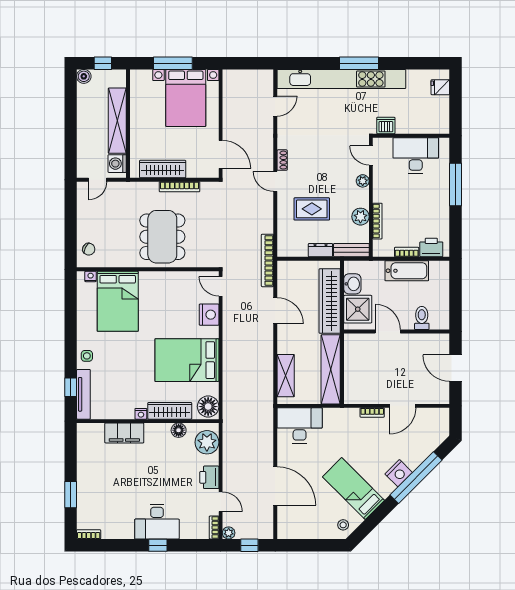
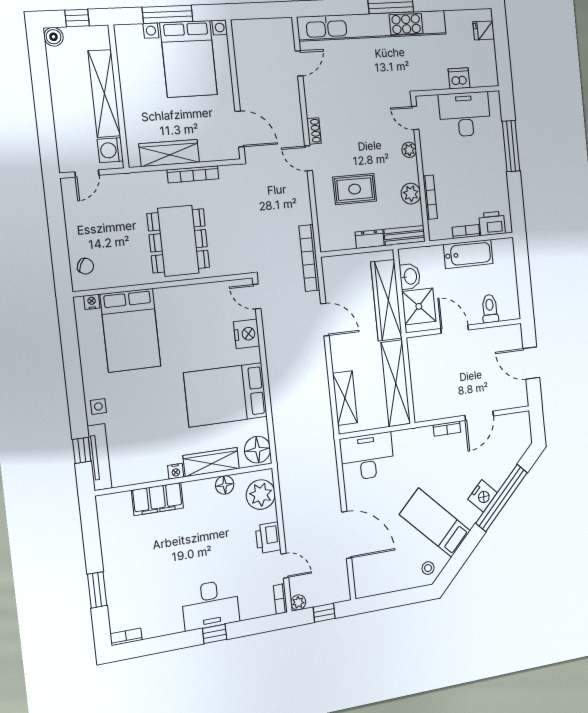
dishwasher: (386, 126) -> (459, 78), moved

